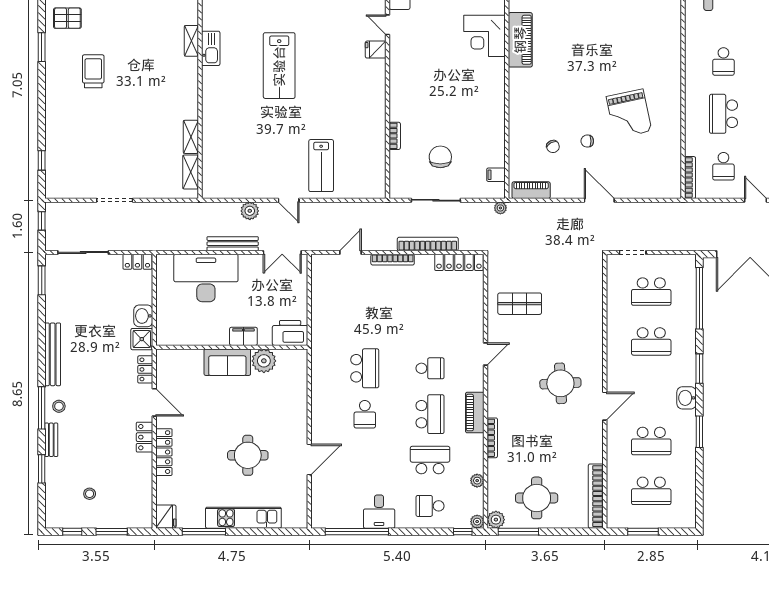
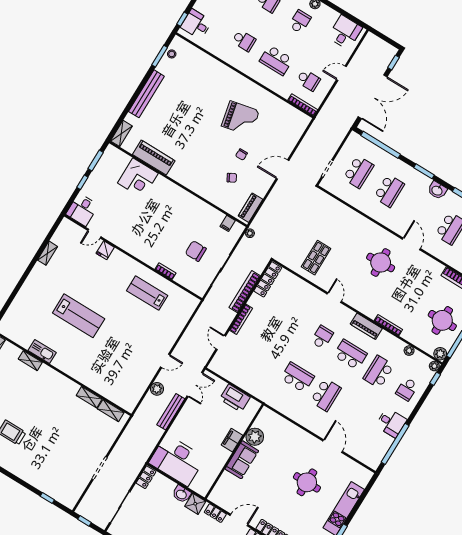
lab bench: (321, 166) -> (147, 293), moved, turned 180
desk: (206, 278) -> (177, 460), moved, turned -90
printer: (290, 333) -> (235, 398), moved, turned -90
school desk: (365, 414) -> (326, 395), width x1.85

